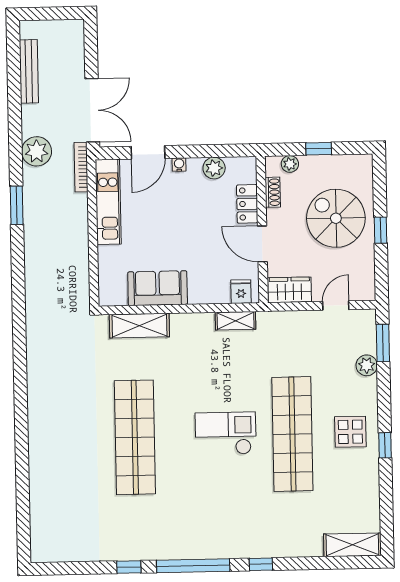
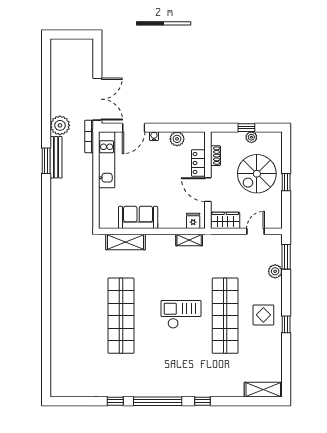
bench: (29, 71) -> (56, 157), moved
plant: (290, 164) -> (251, 137), moved
spiral stairs: (336, 218) -> (257, 174), turned -90

